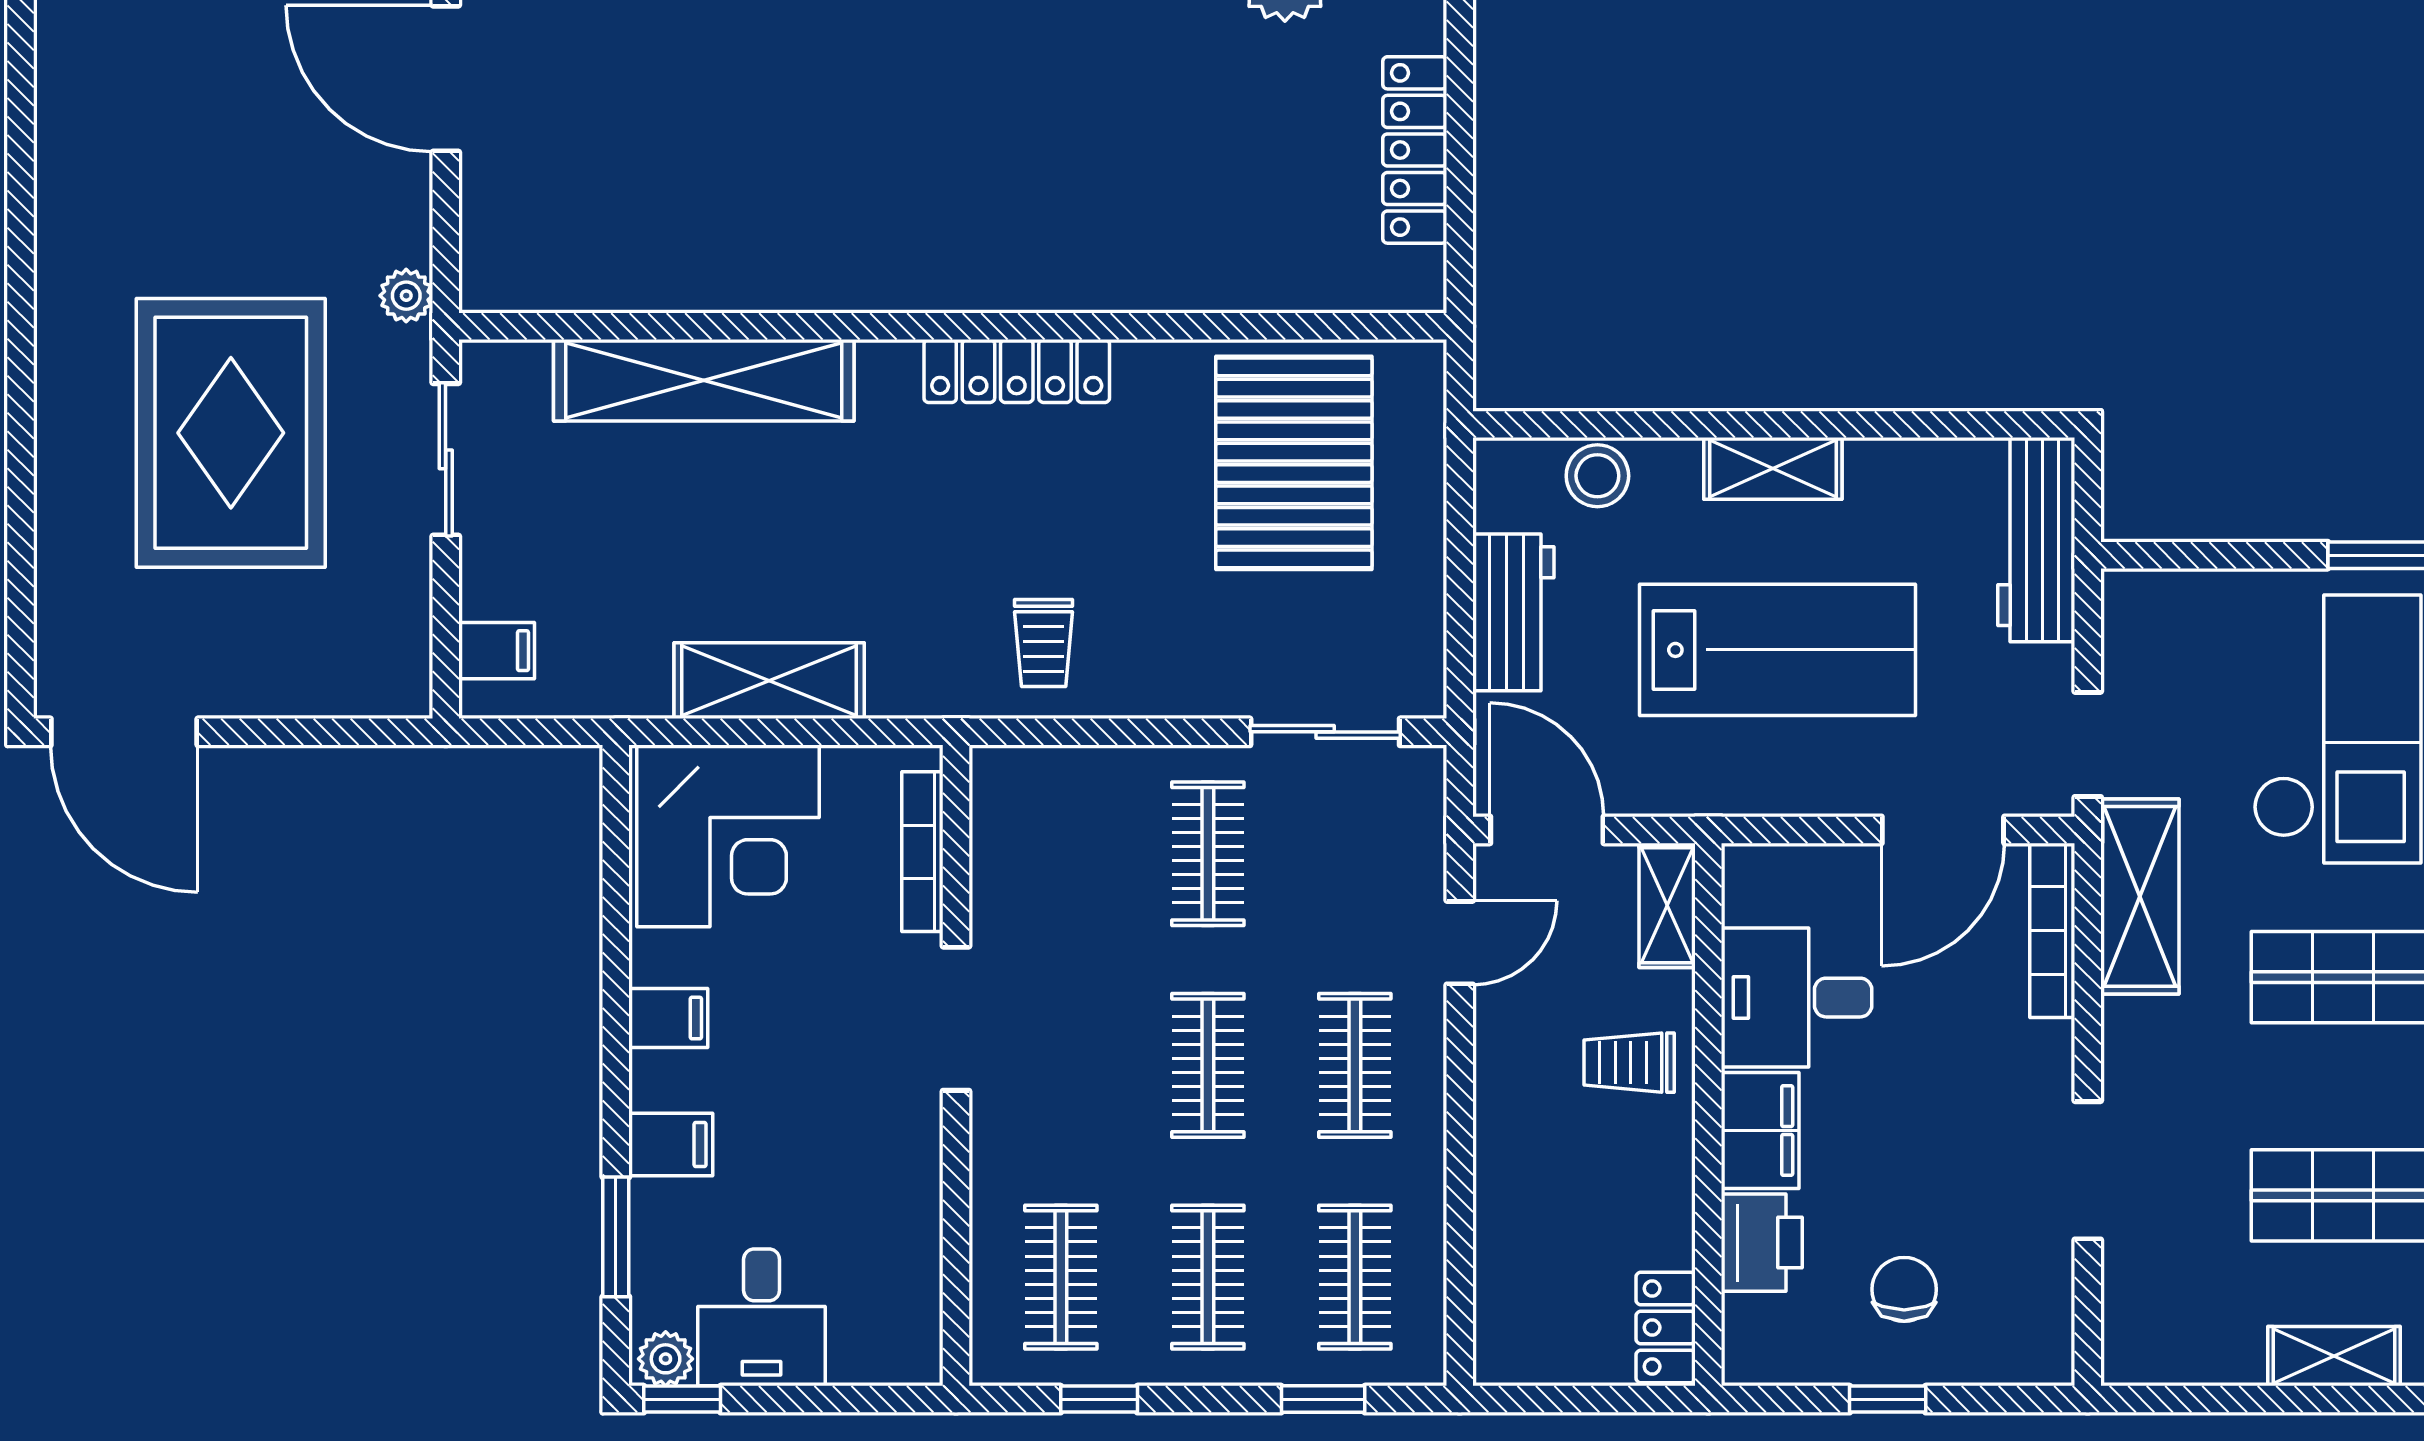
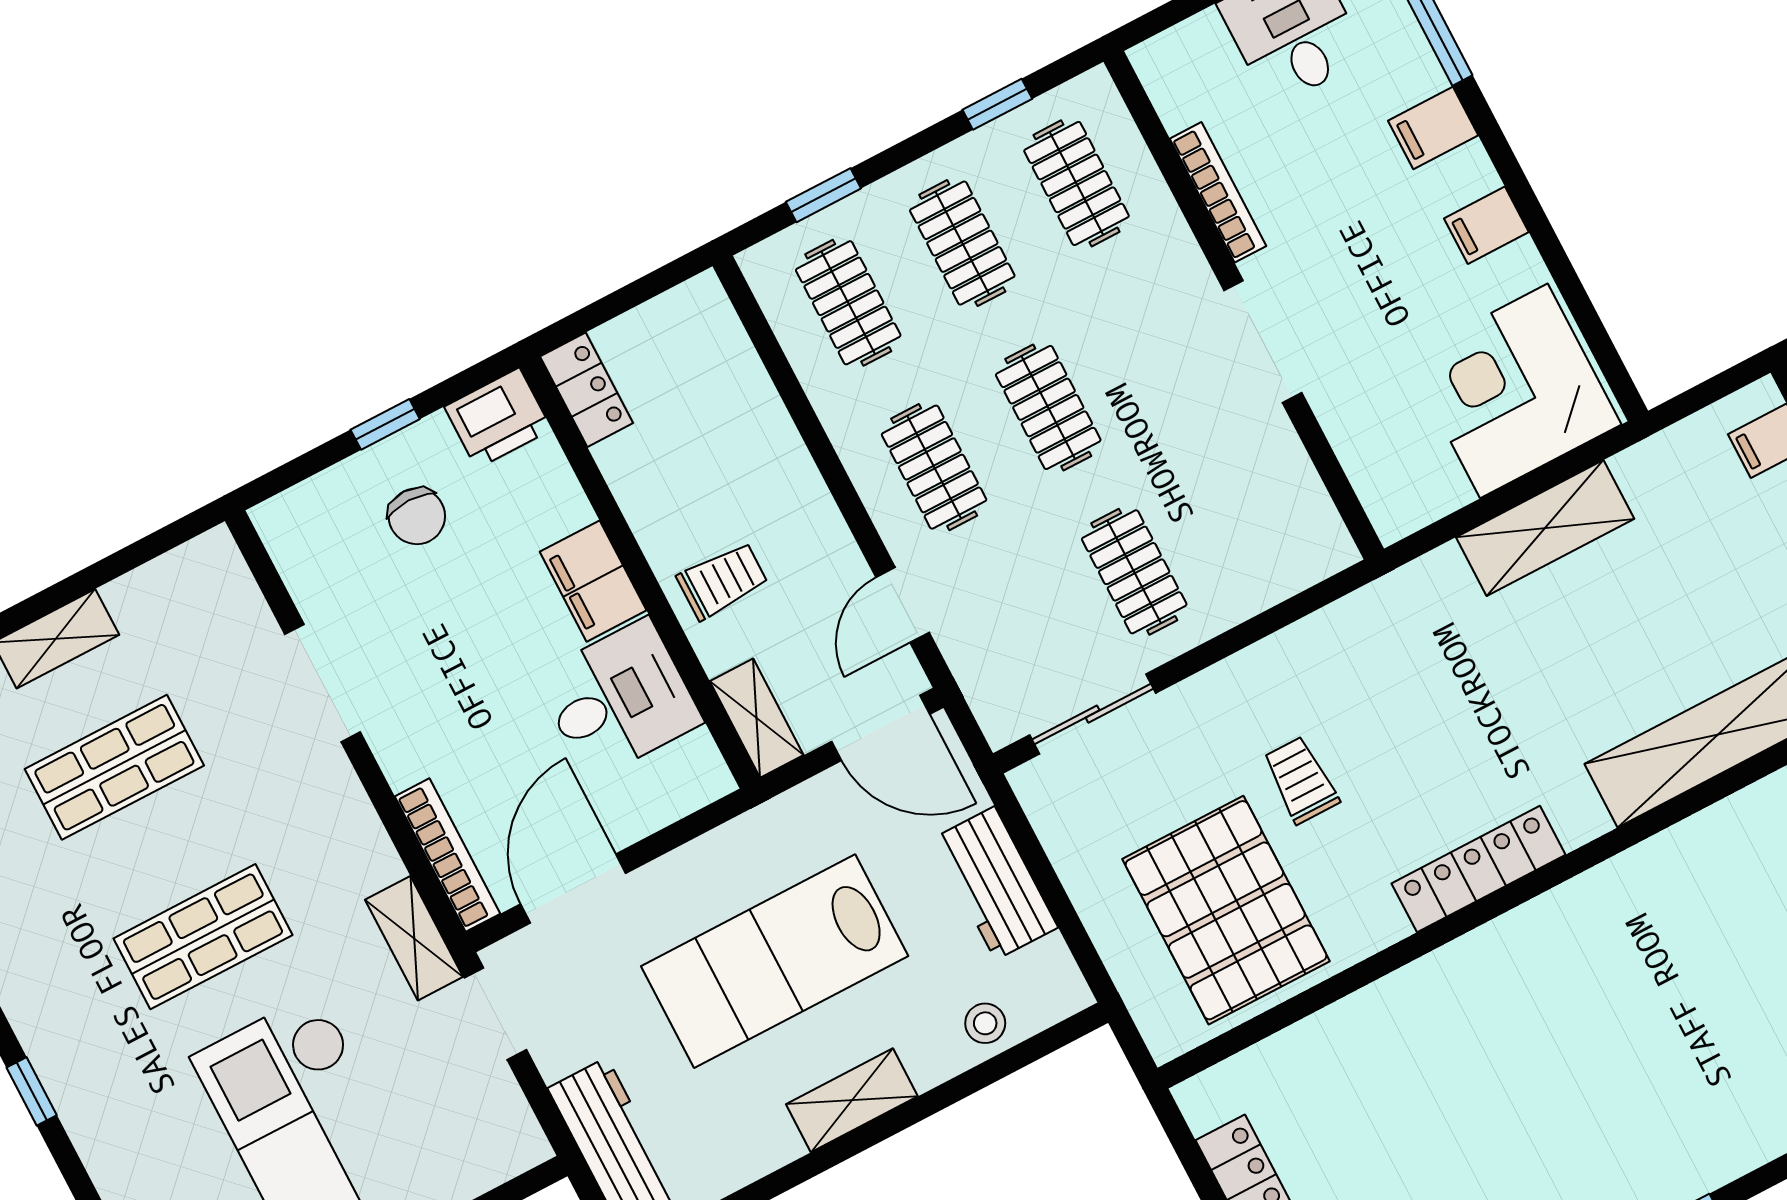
stool: (1597, 476) -> (985, 1023), width x0.73, depth x0.73
trolley: (1044, 643) -> (1301, 780), moved
bookcase: (922, 852) -> (1218, 192), moved
shelving: (2140, 896) -> (414, 938), width x0.67, depth x0.75
printer: (1762, 1243) -> (498, 418), moved, turned -90

